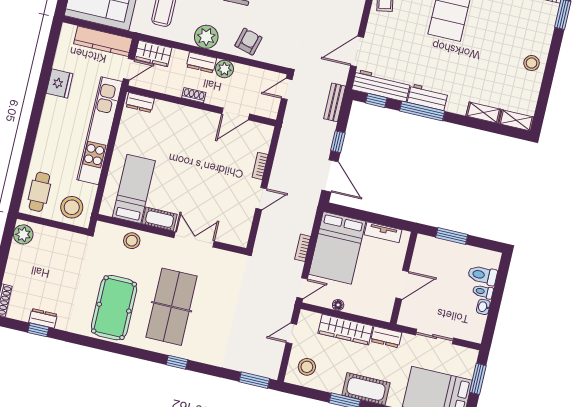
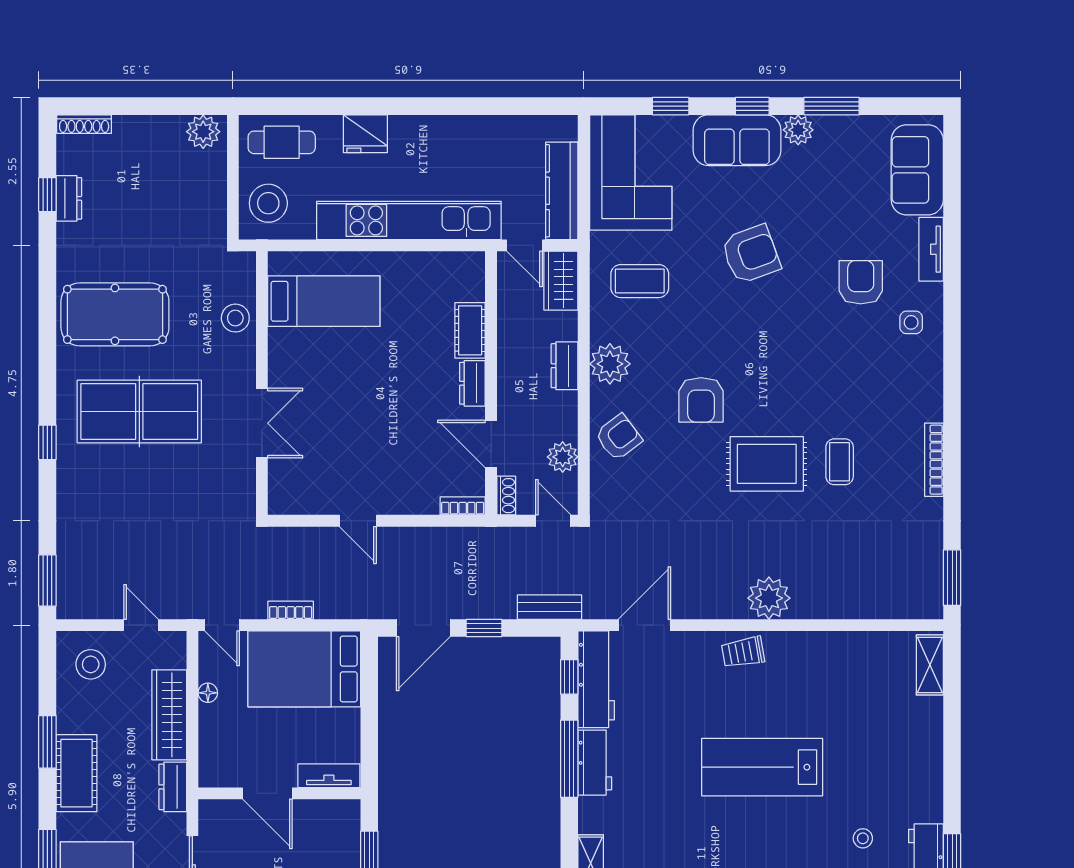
armchair: (248, 42) -> (619, 437), turned -52
door: (357, 52) -> (644, 625), hinge flipped
plant: (224, 69) -> (563, 457), moved
fridge: (60, 83) -> (365, 134), moved
shoe rack: (194, 95) -> (506, 496), moved
dresser: (140, 103) -> (472, 383), moved
bookcase: (260, 166) -> (463, 506), moved
cot: (160, 219) -> (470, 330), moved
tv unit: (383, 232) -> (329, 776), moved, turned 90

